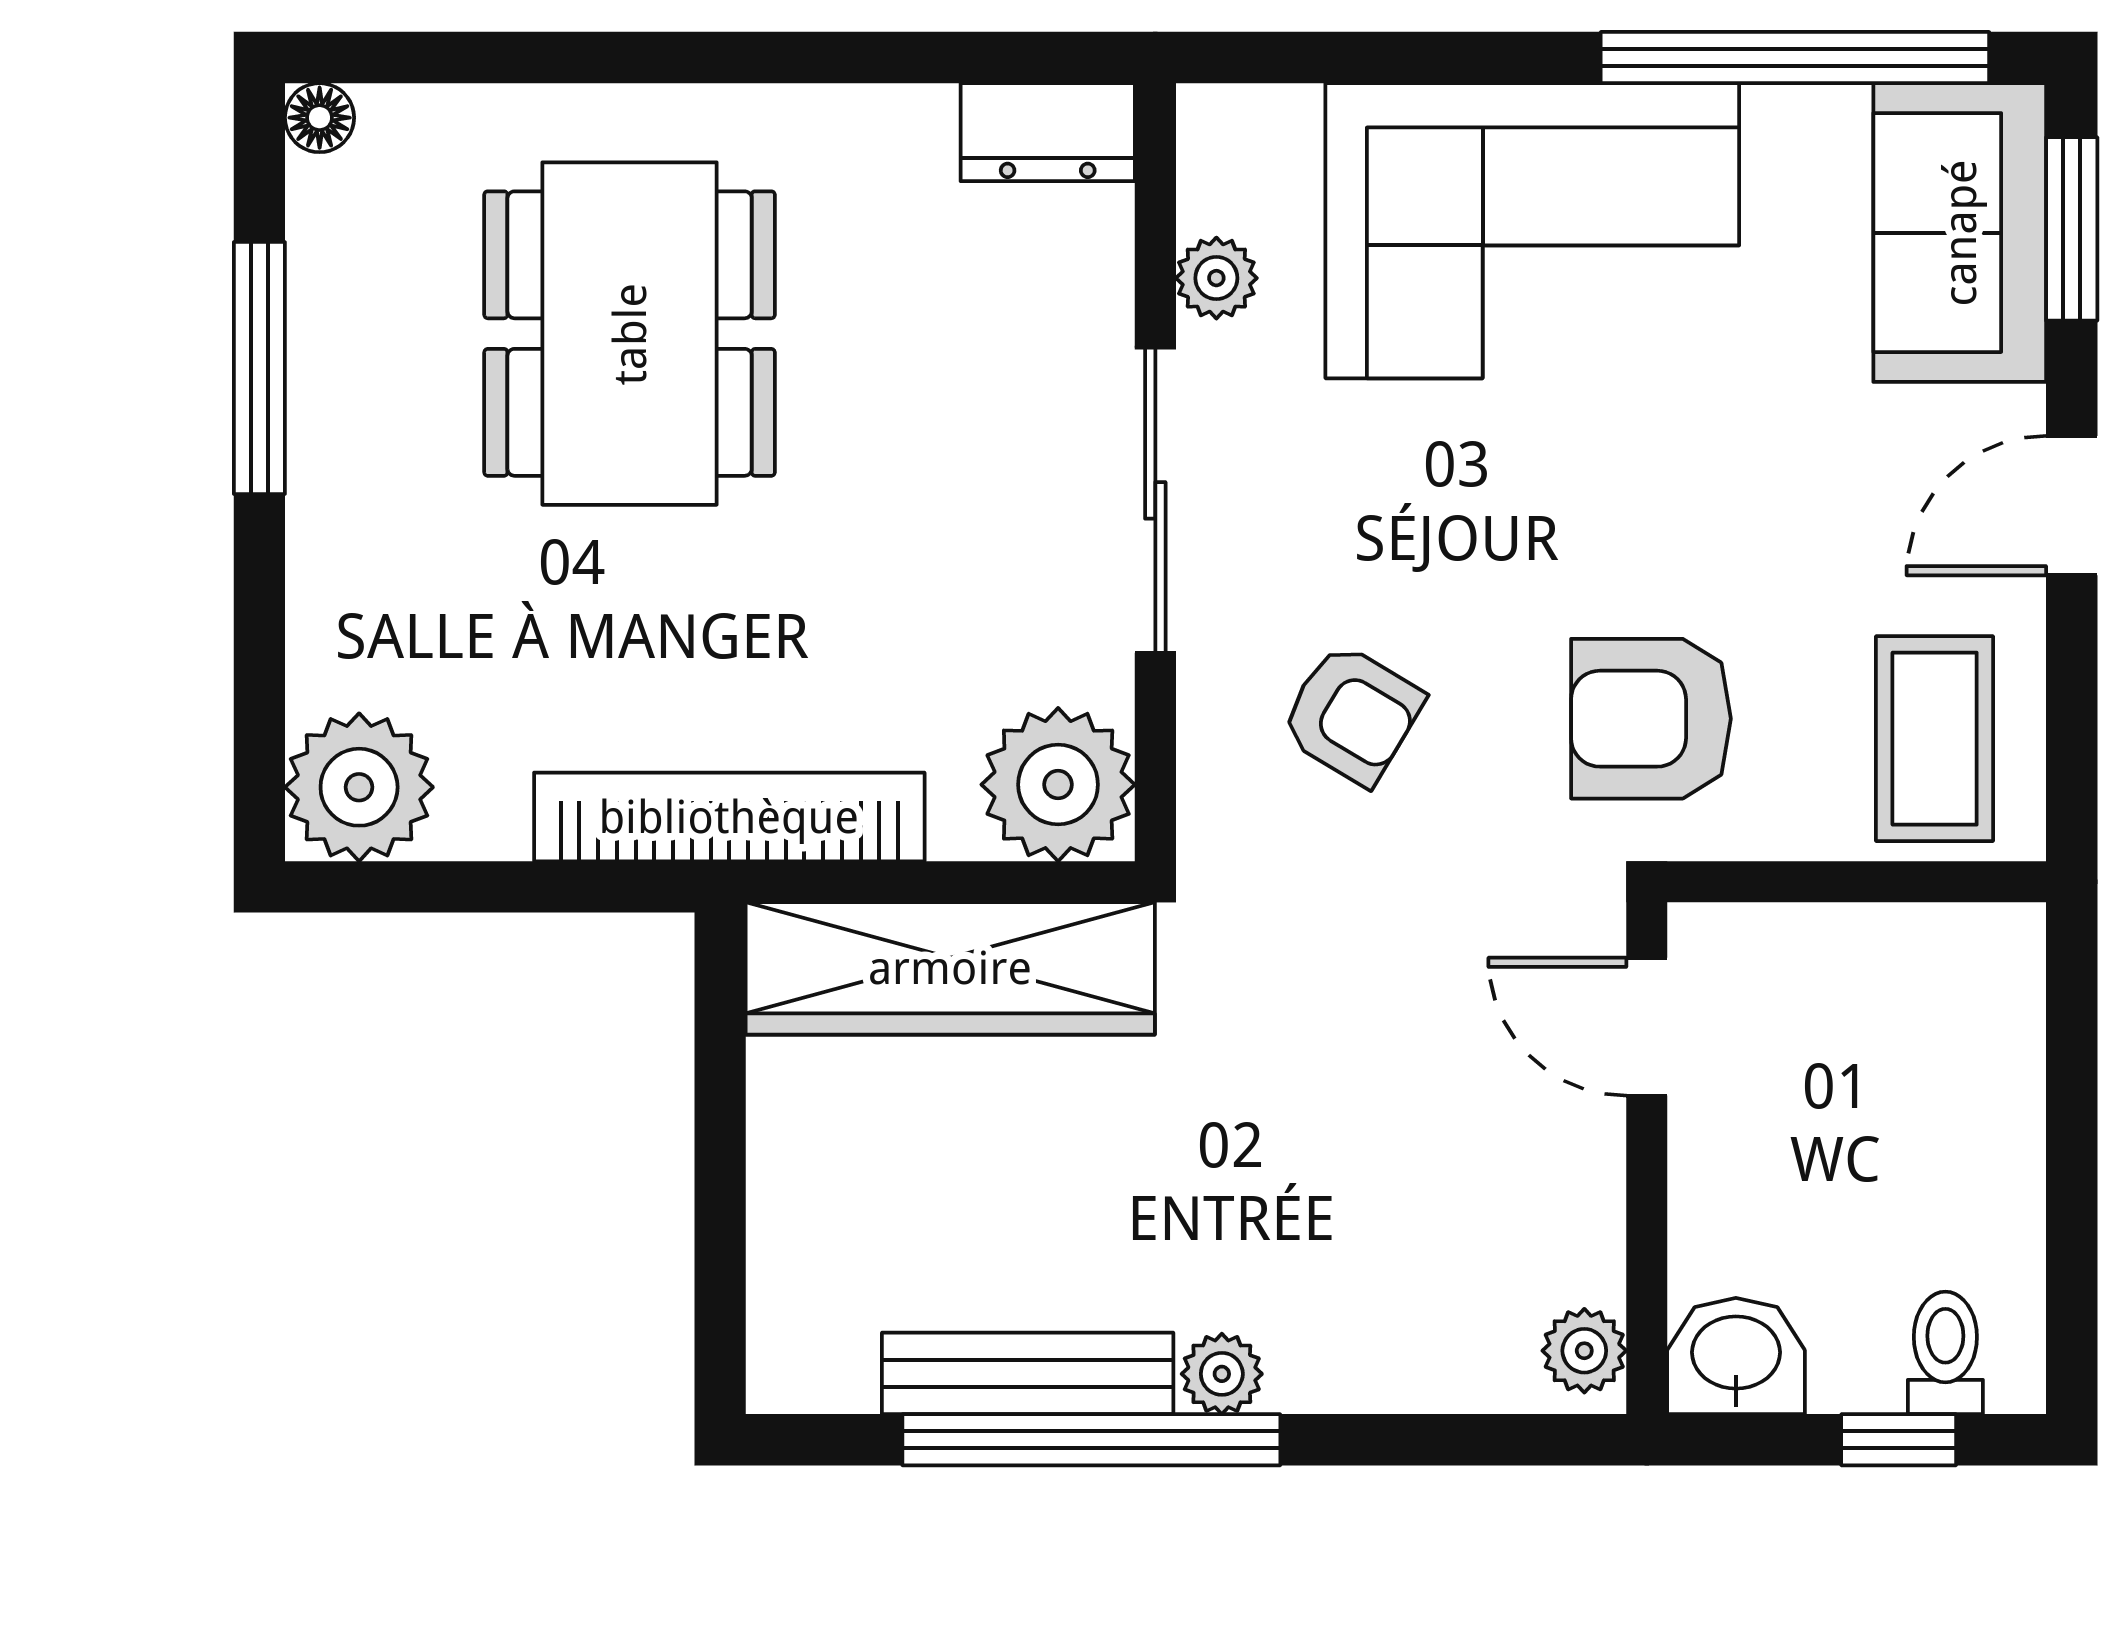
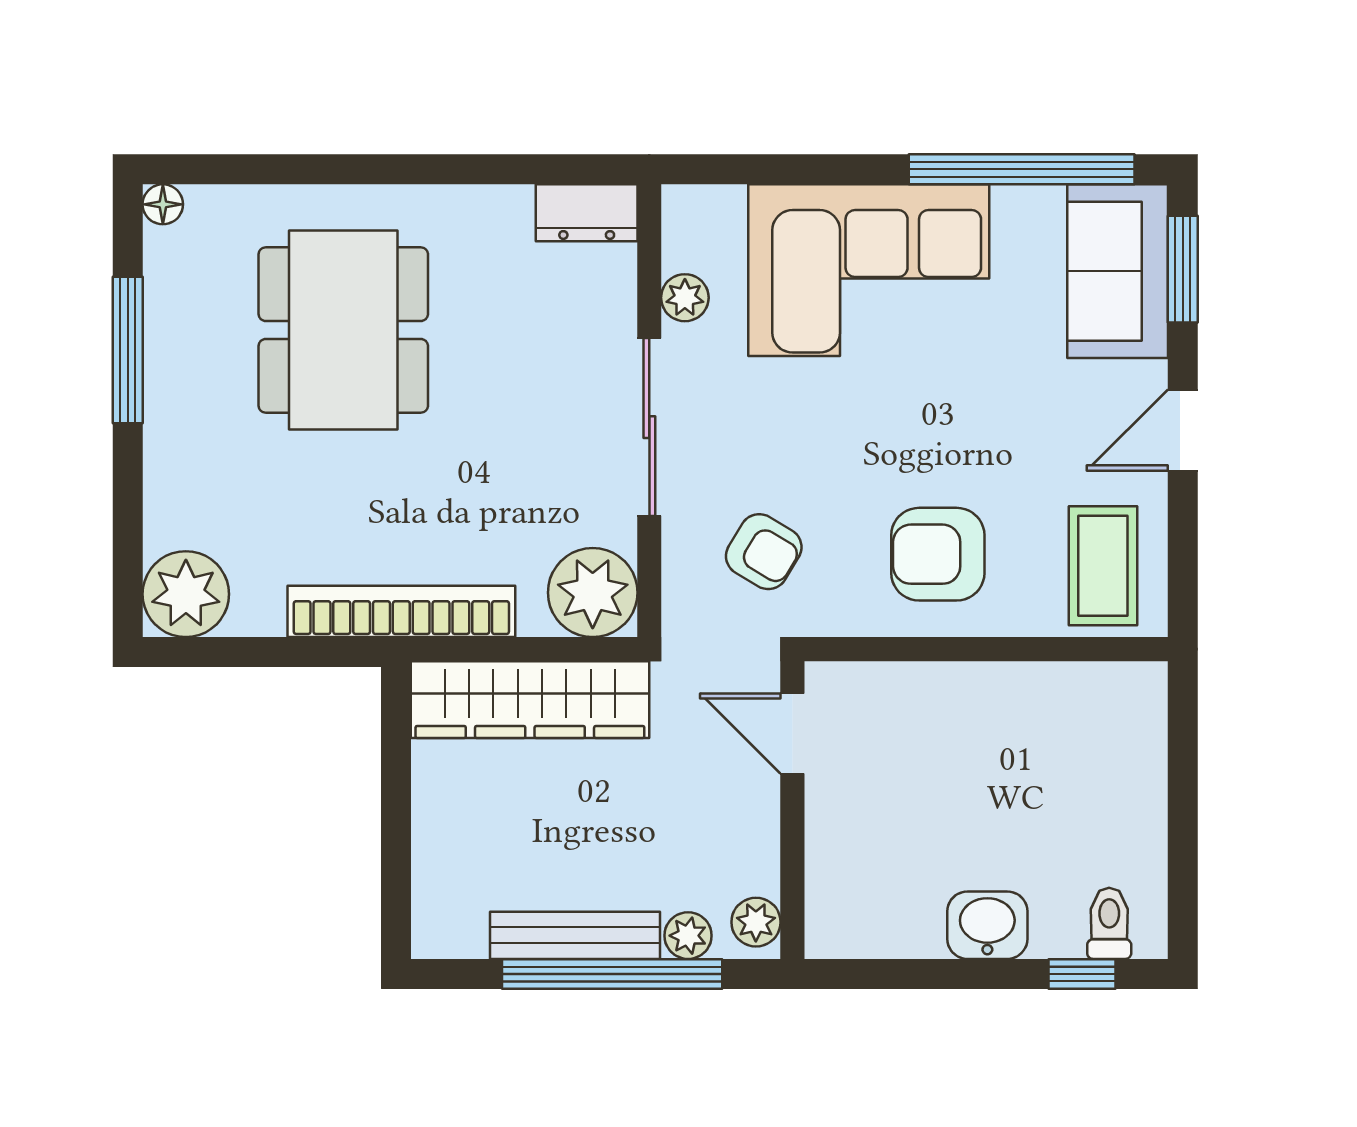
door: (1647, 1027) -> (792, 733), moved
wall: (1647, 1158) -> (792, 810), moved
plant: (1584, 1351) -> (756, 922), moved

